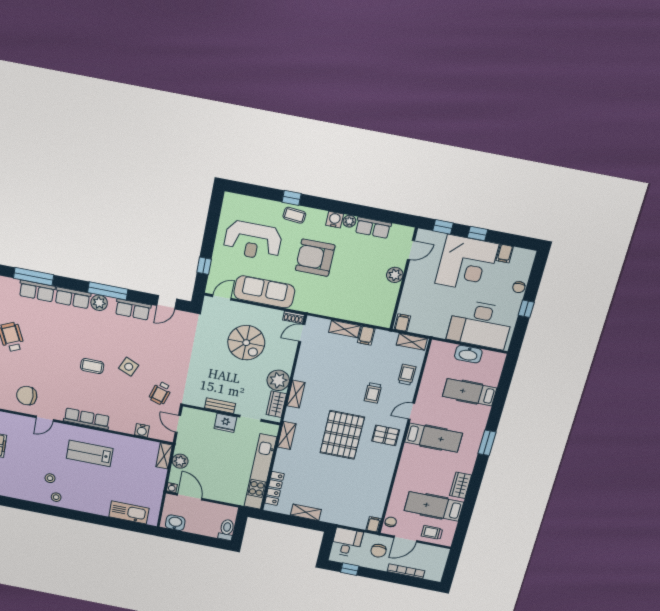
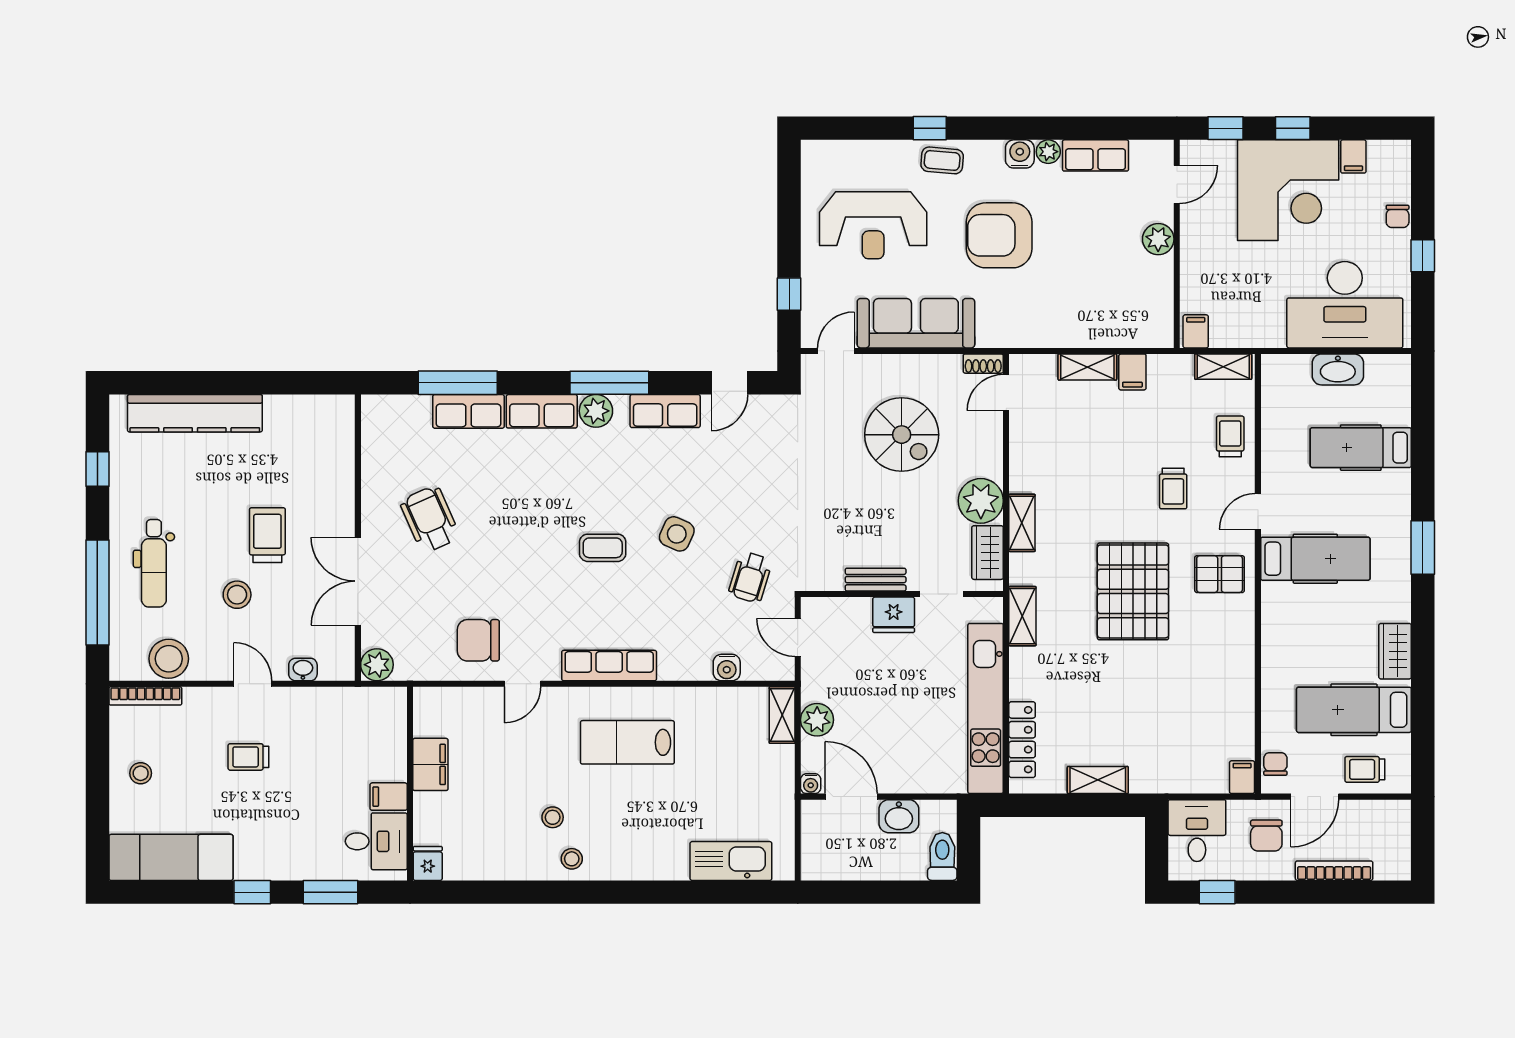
washbasin: (175, 523) -> (899, 816), moved, turned 180

